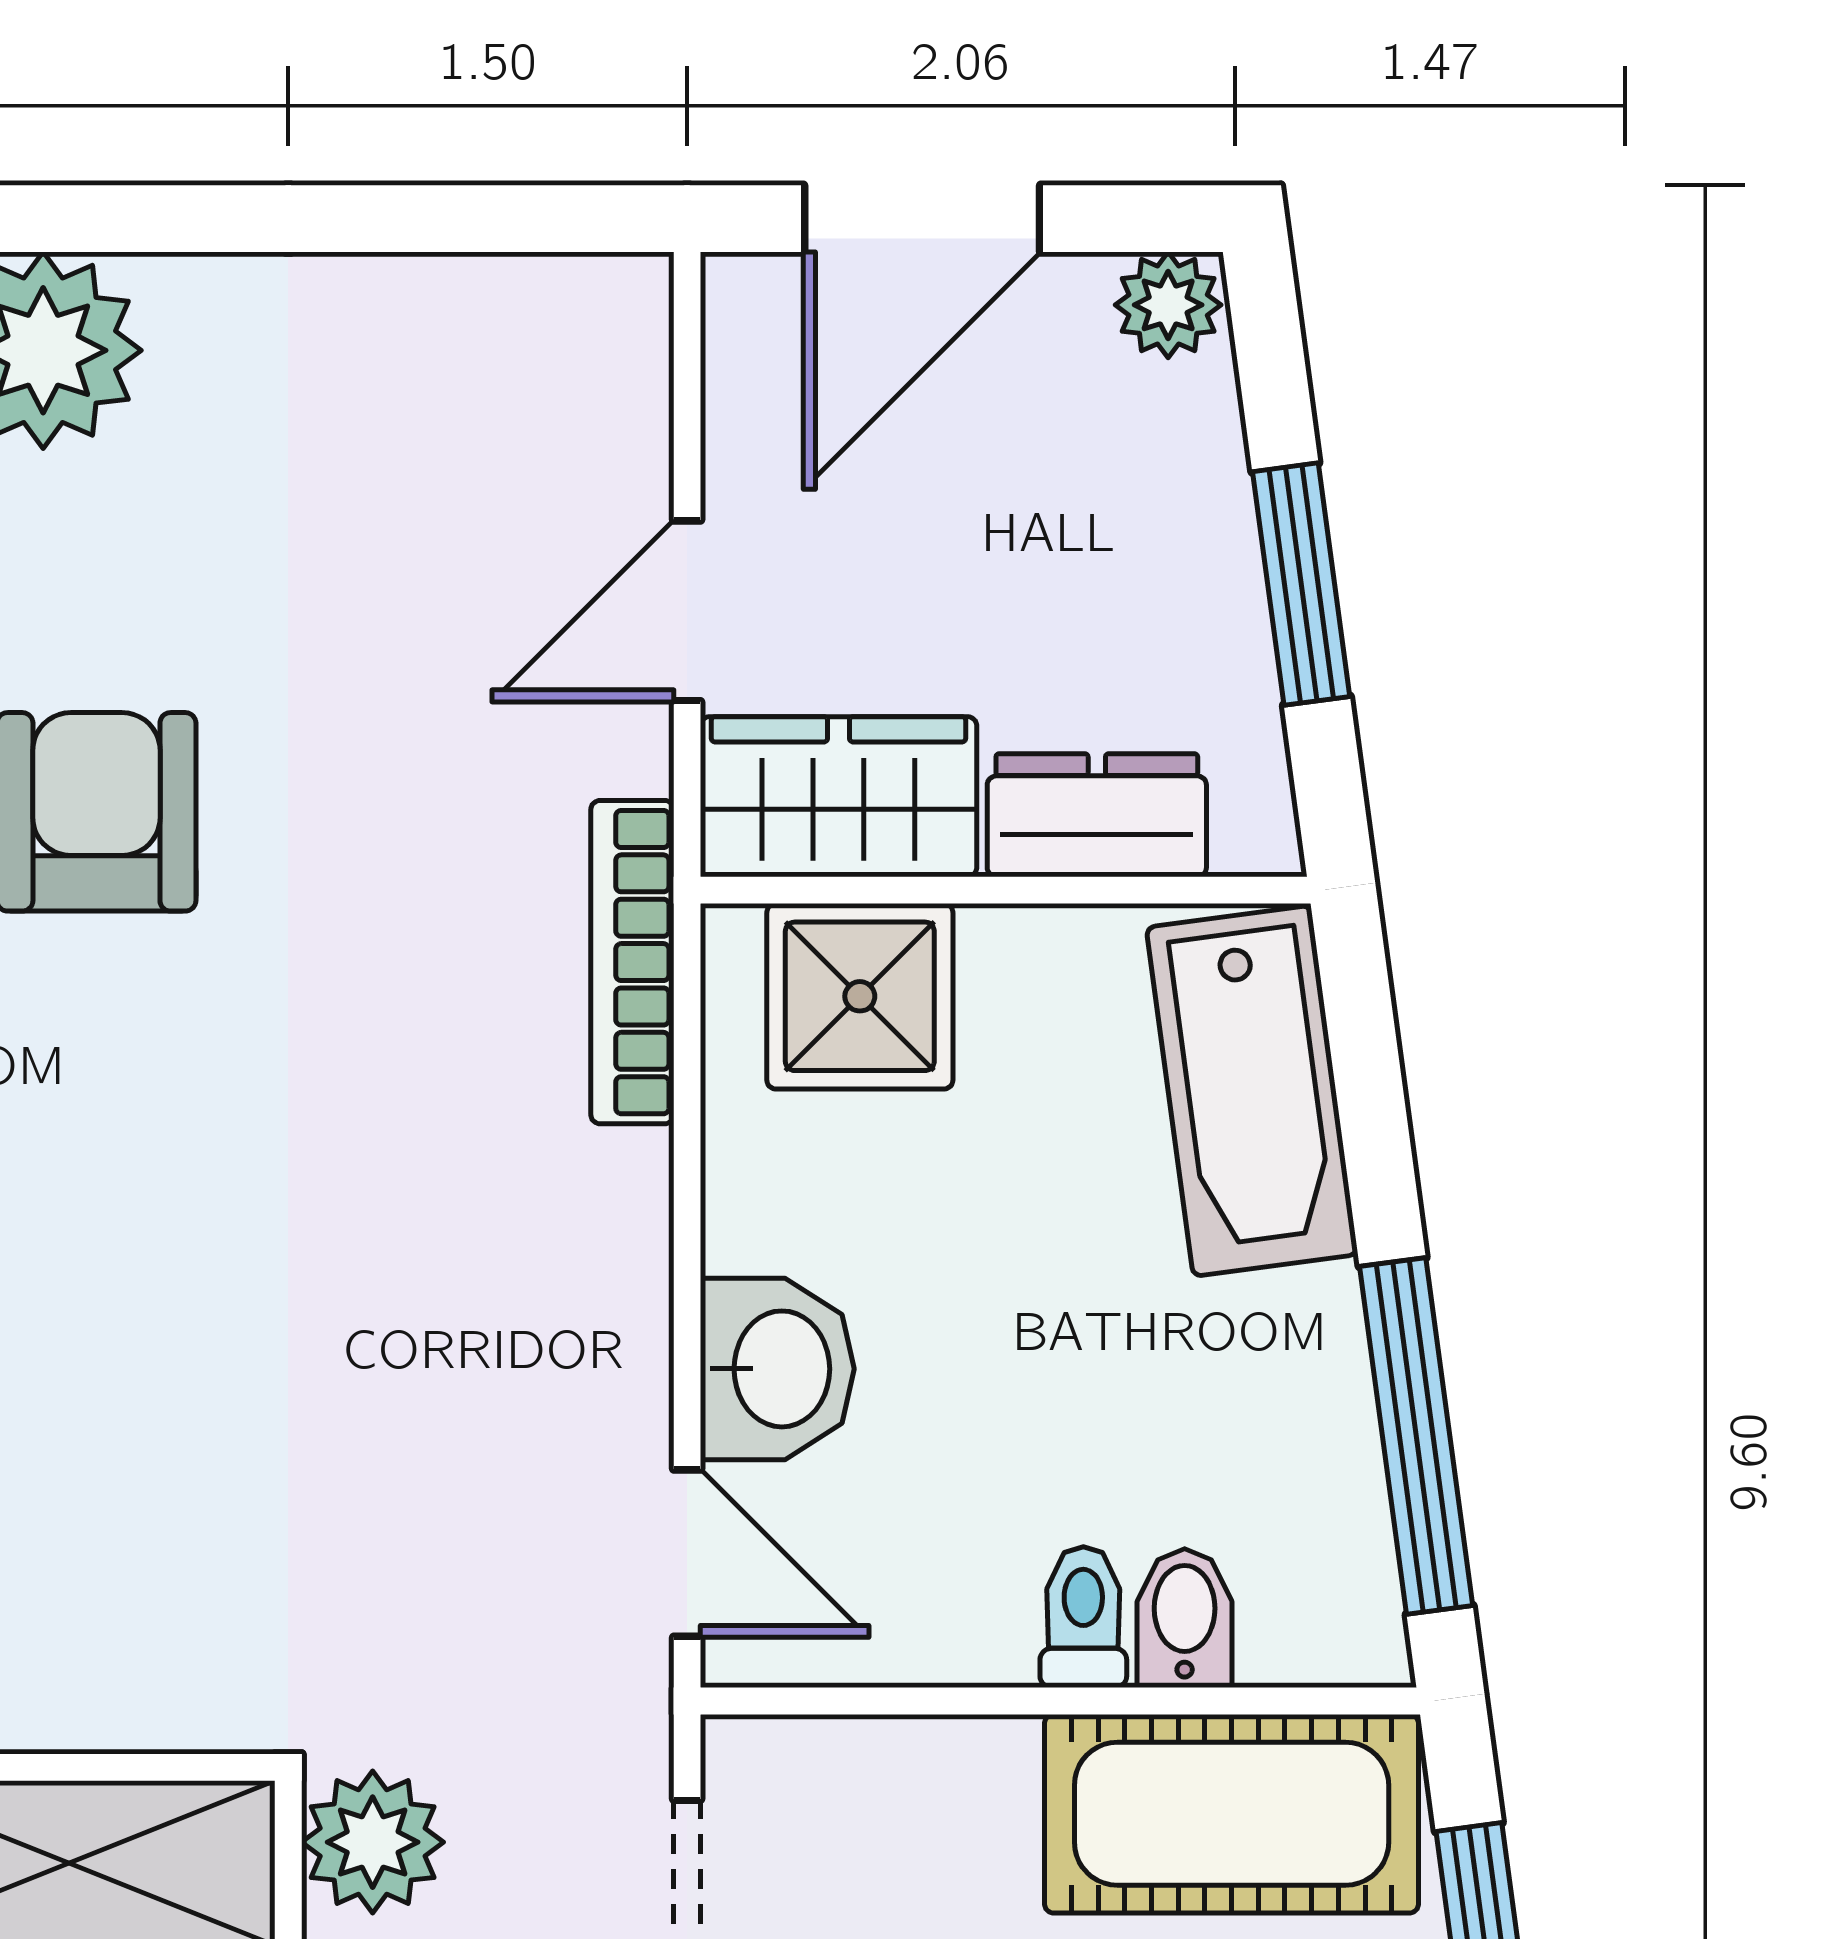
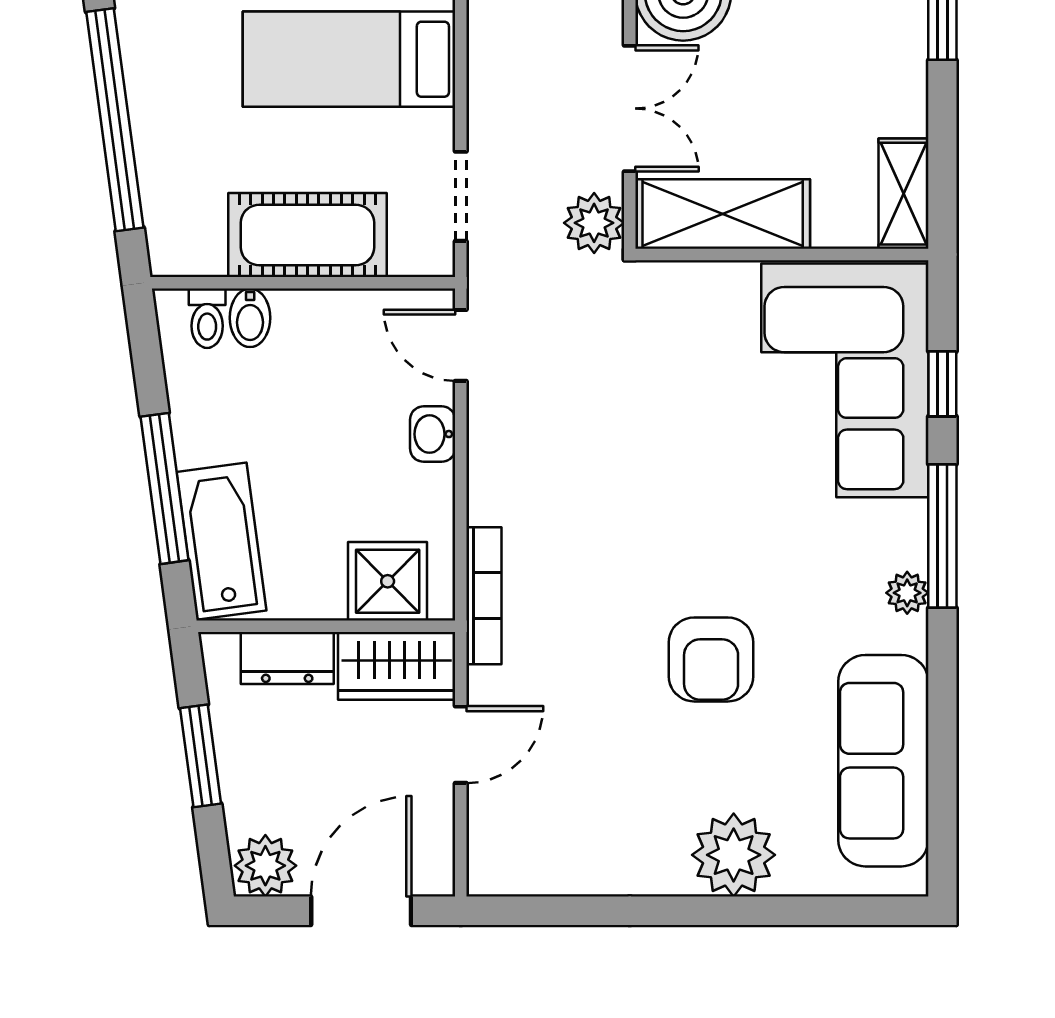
plant: (1168, 305) -> (265, 866), width x1.38, depth x1.38
washbasin: (777, 1369) -> (433, 434), width x0.72, depth x0.69
window: (1416, 1436) -> (165, 488), moved
toilet: (1083, 1617) -> (207, 318), moved
cot: (1232, 1814) -> (307, 235), moved

